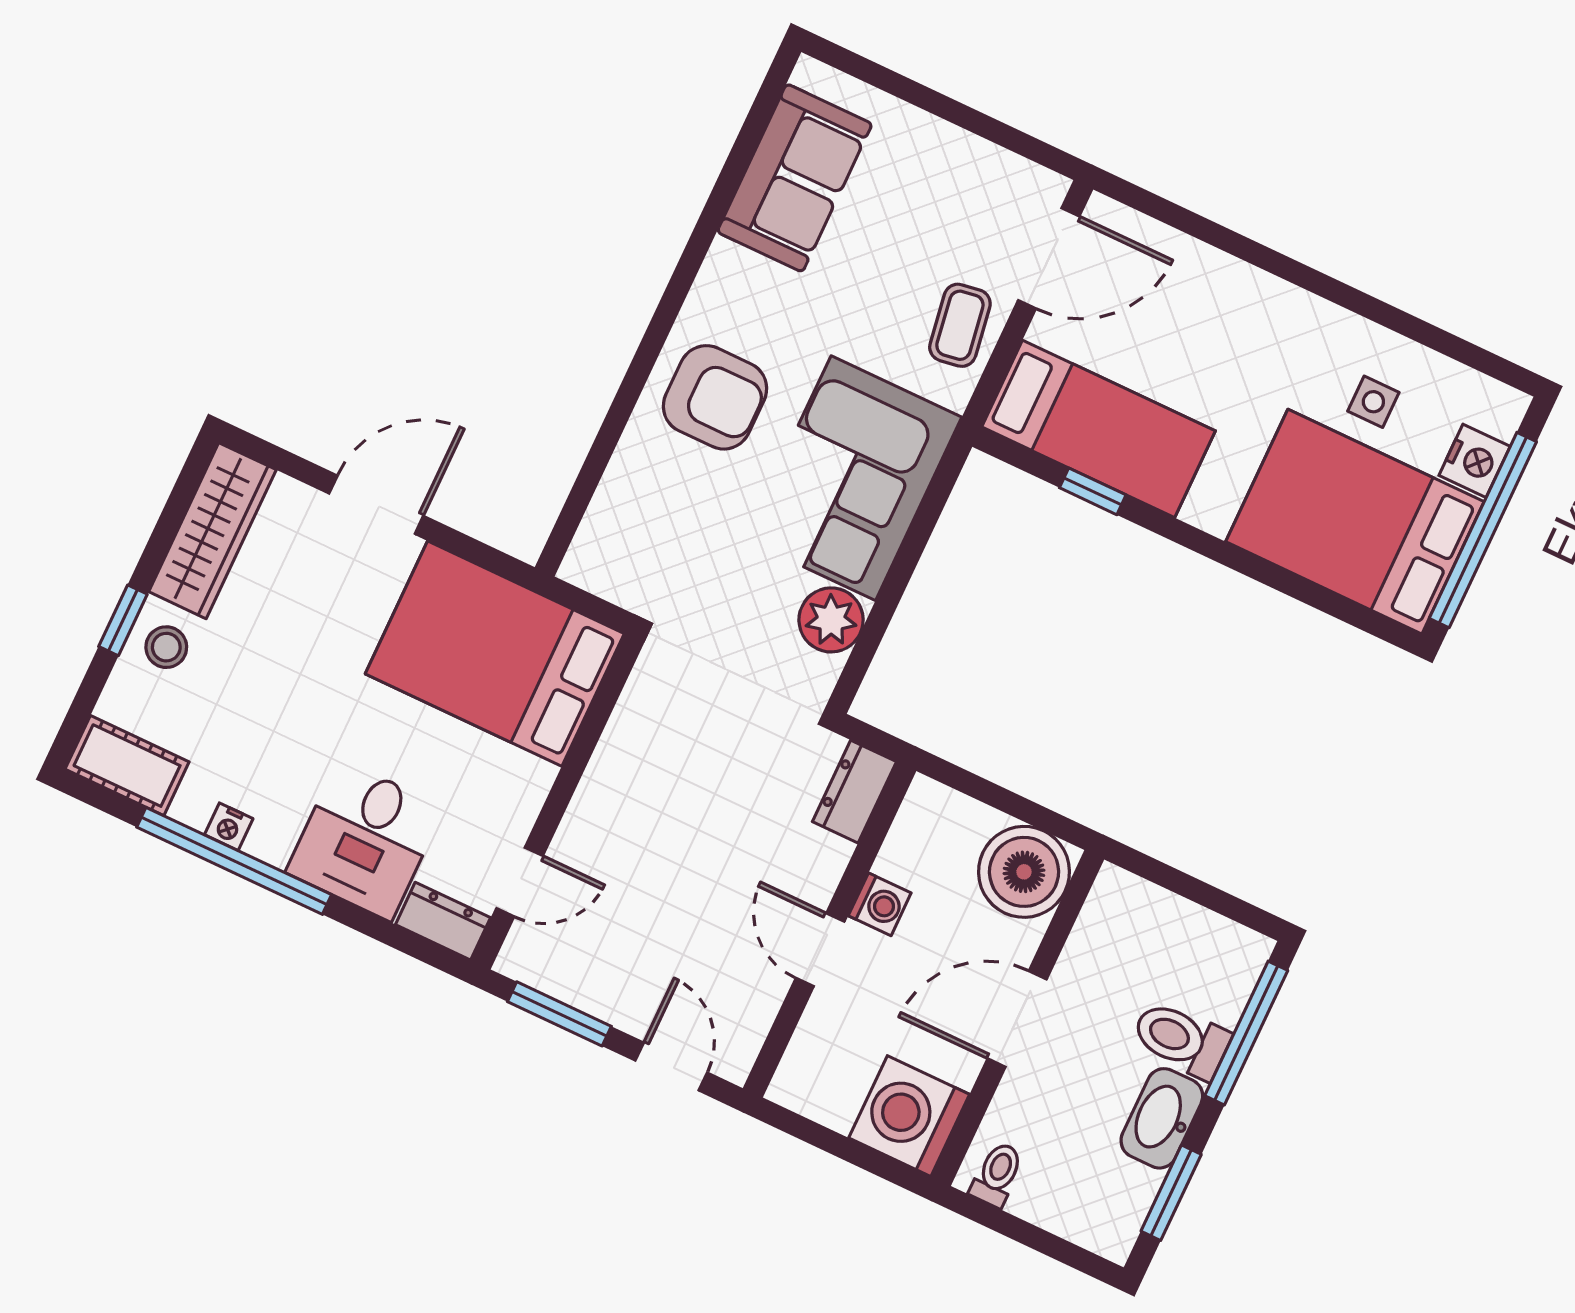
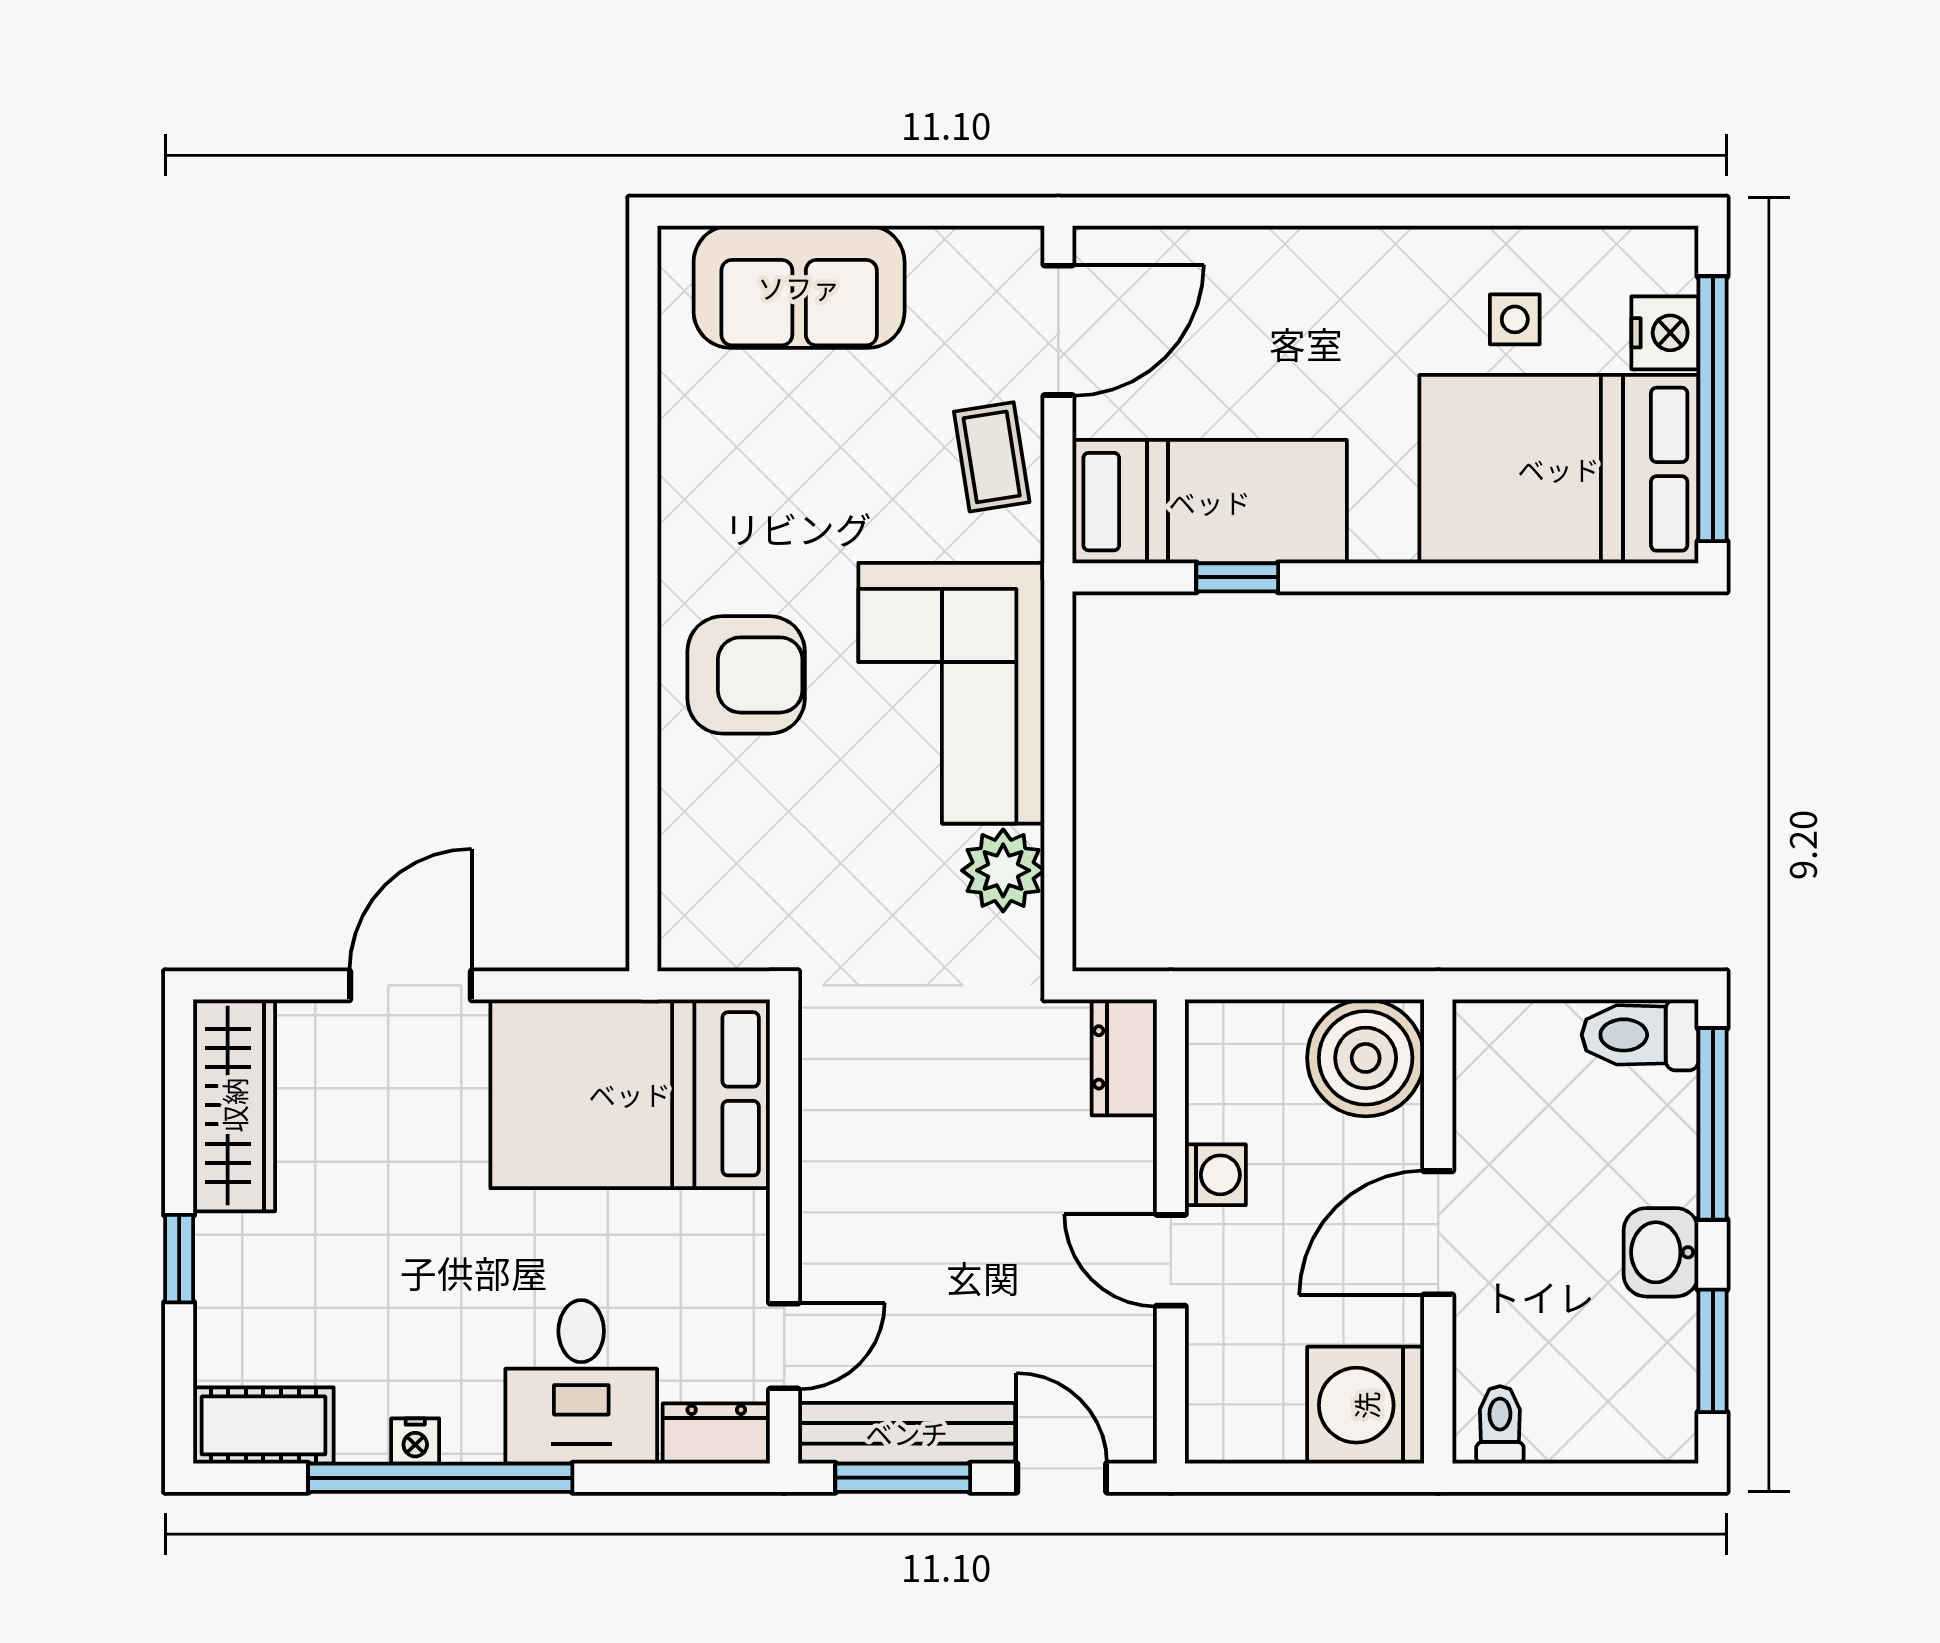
sofa: (795, 178) -> (799, 287), moved, turned 90
stool: (166, 647) -> (244, 1266), removed
bench: (577, 984) -> (907, 1433), added
toilet: (1181, 1039) -> (1640, 1035), moved
washbasin: (1162, 1118) -> (1661, 1252), width x0.72

